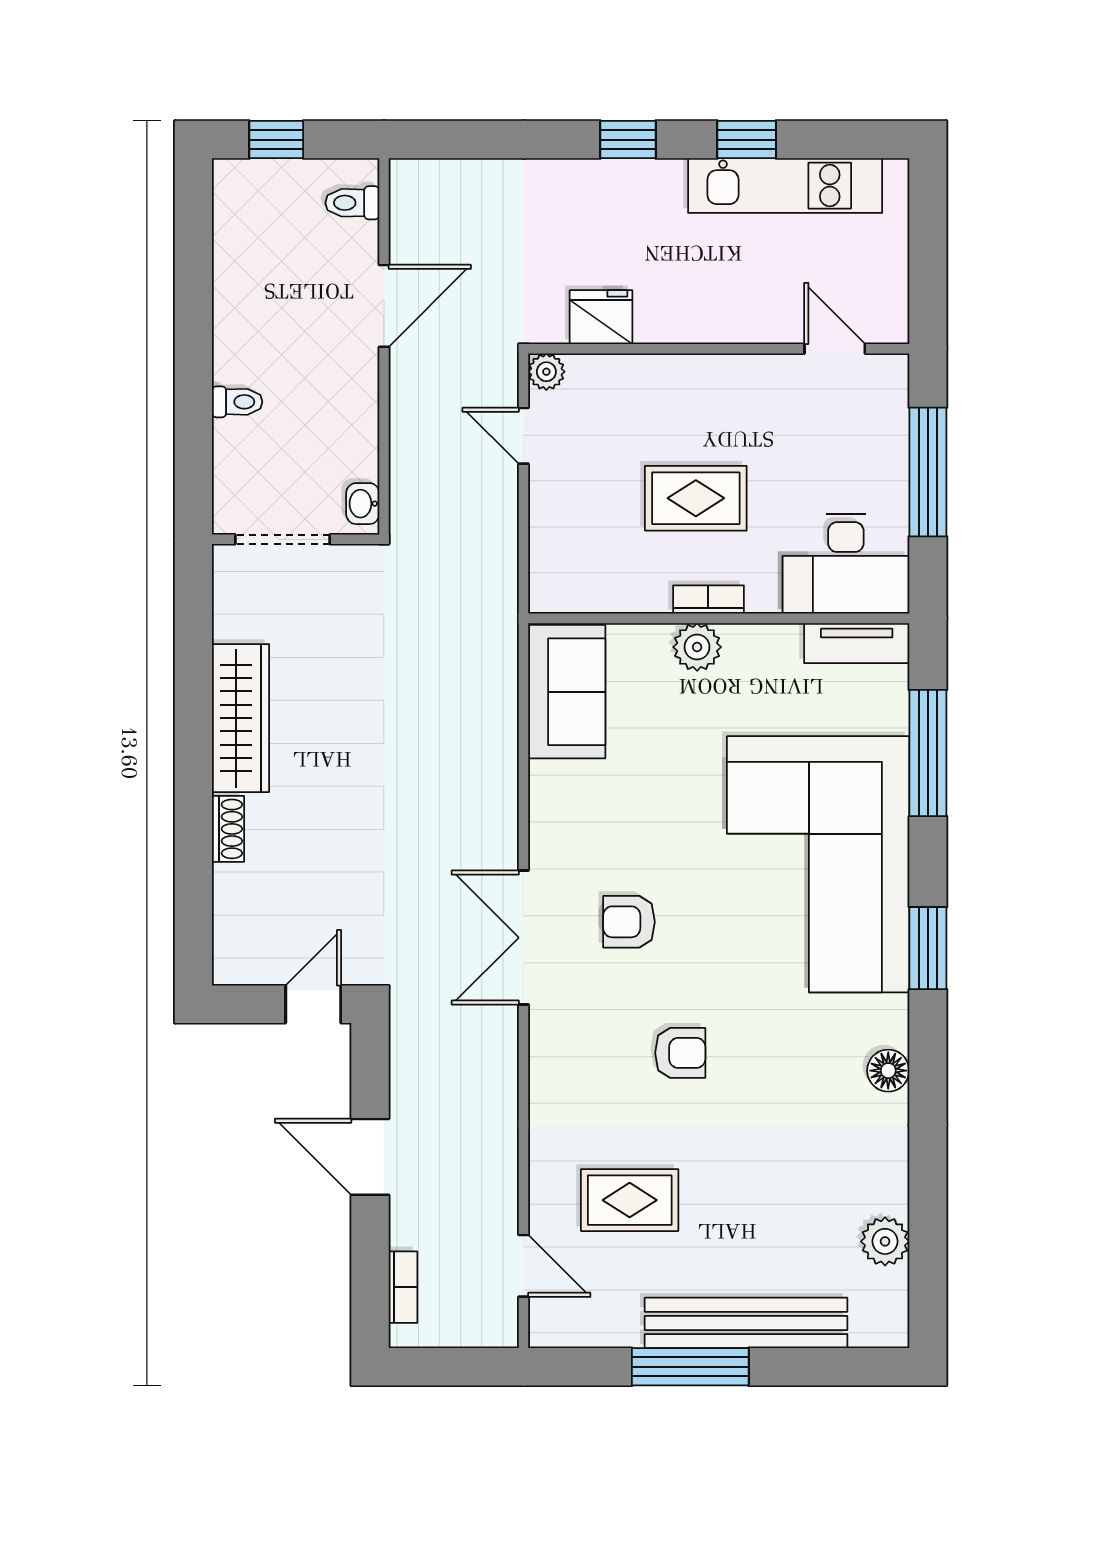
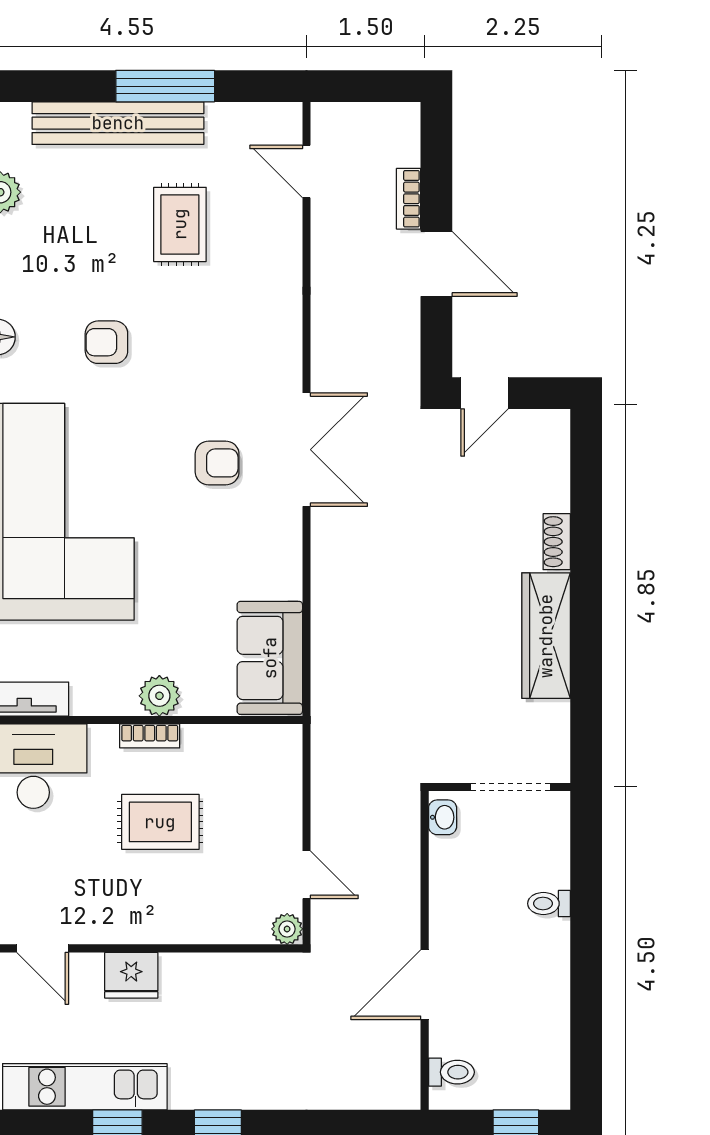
fridge: (601, 317) -> (131, 975), moved
armchair: (680, 1053) -> (106, 342), moved
rug: (630, 1200) -> (180, 224), moved, turned 90
bookcase: (403, 1287) -> (409, 199), moved

